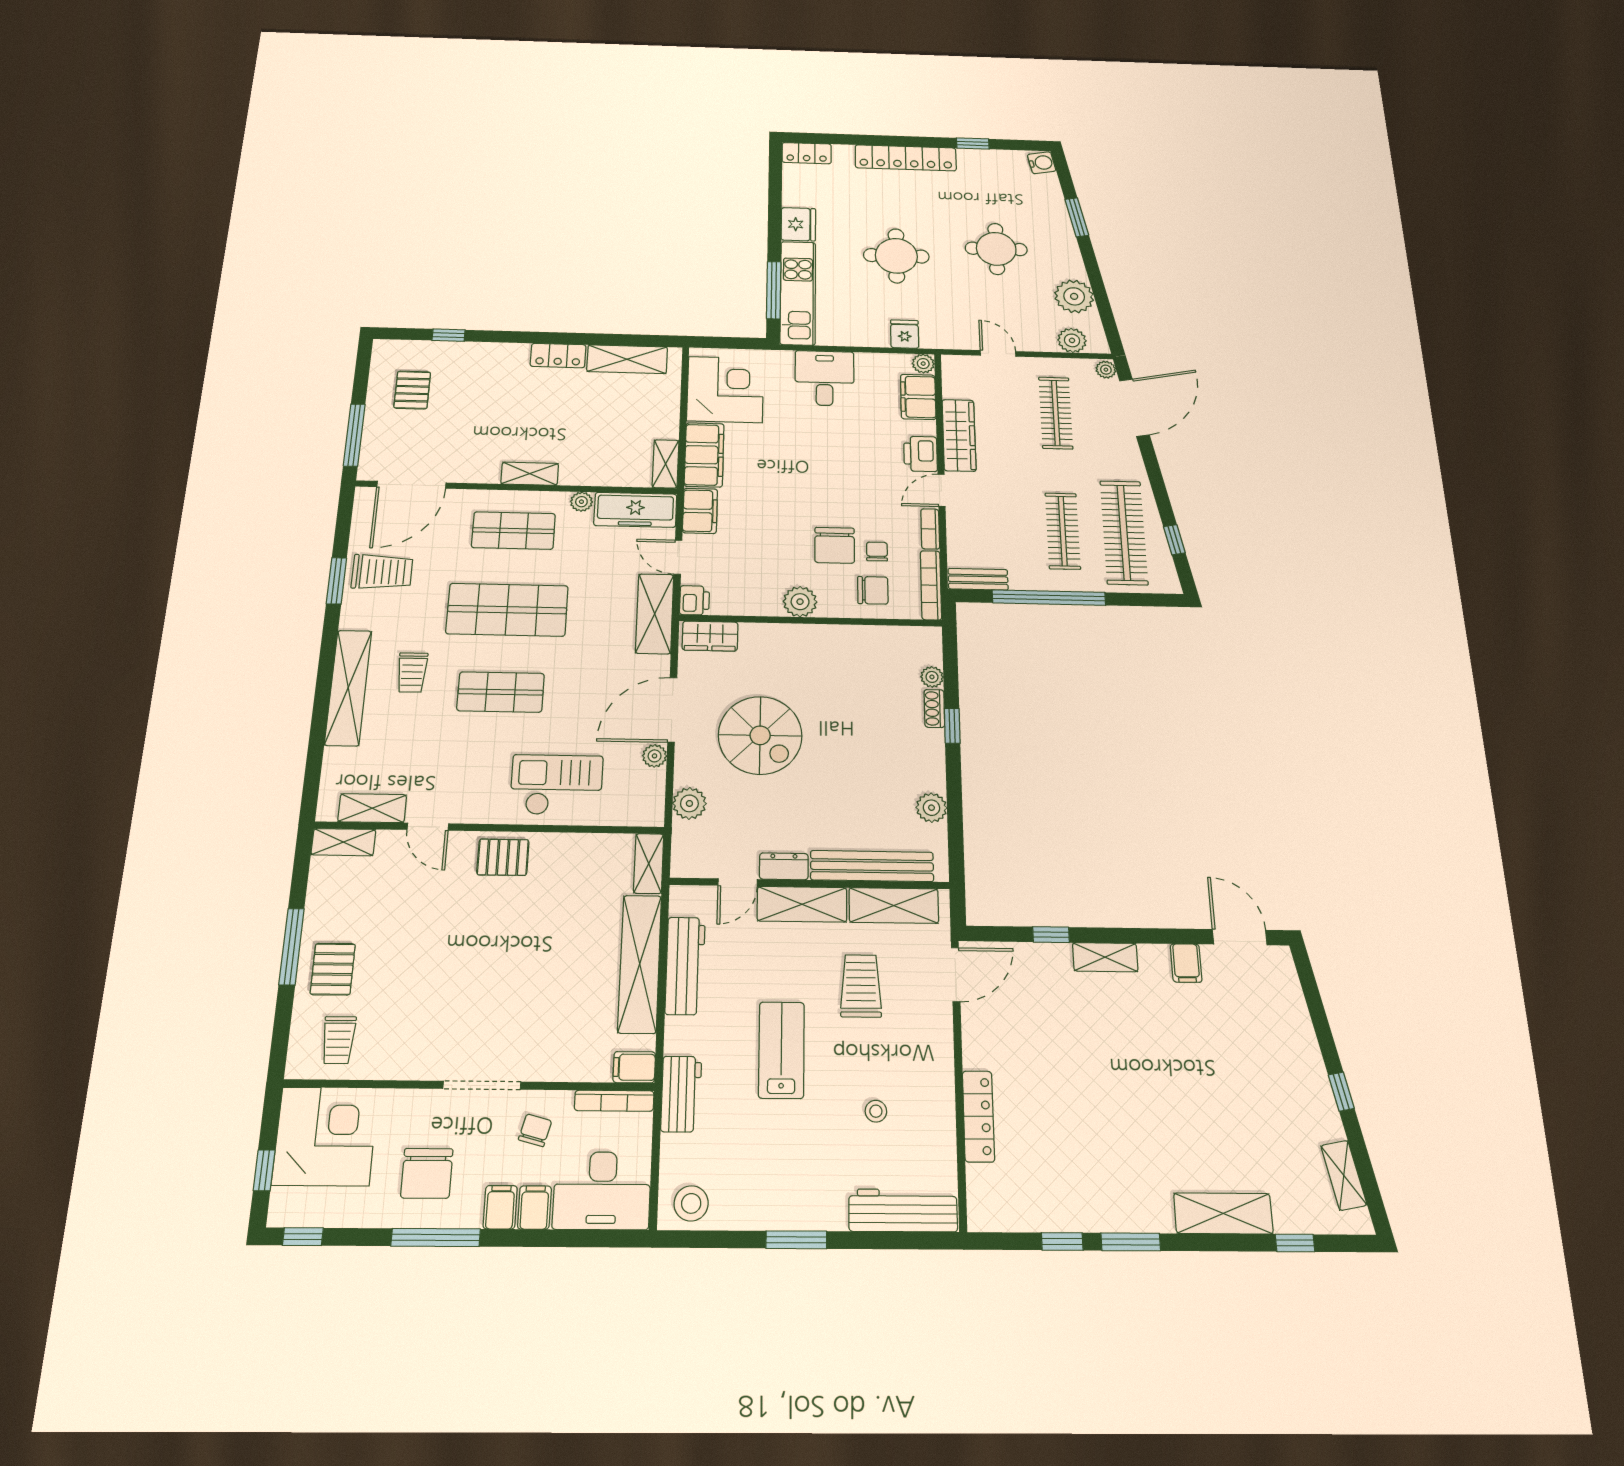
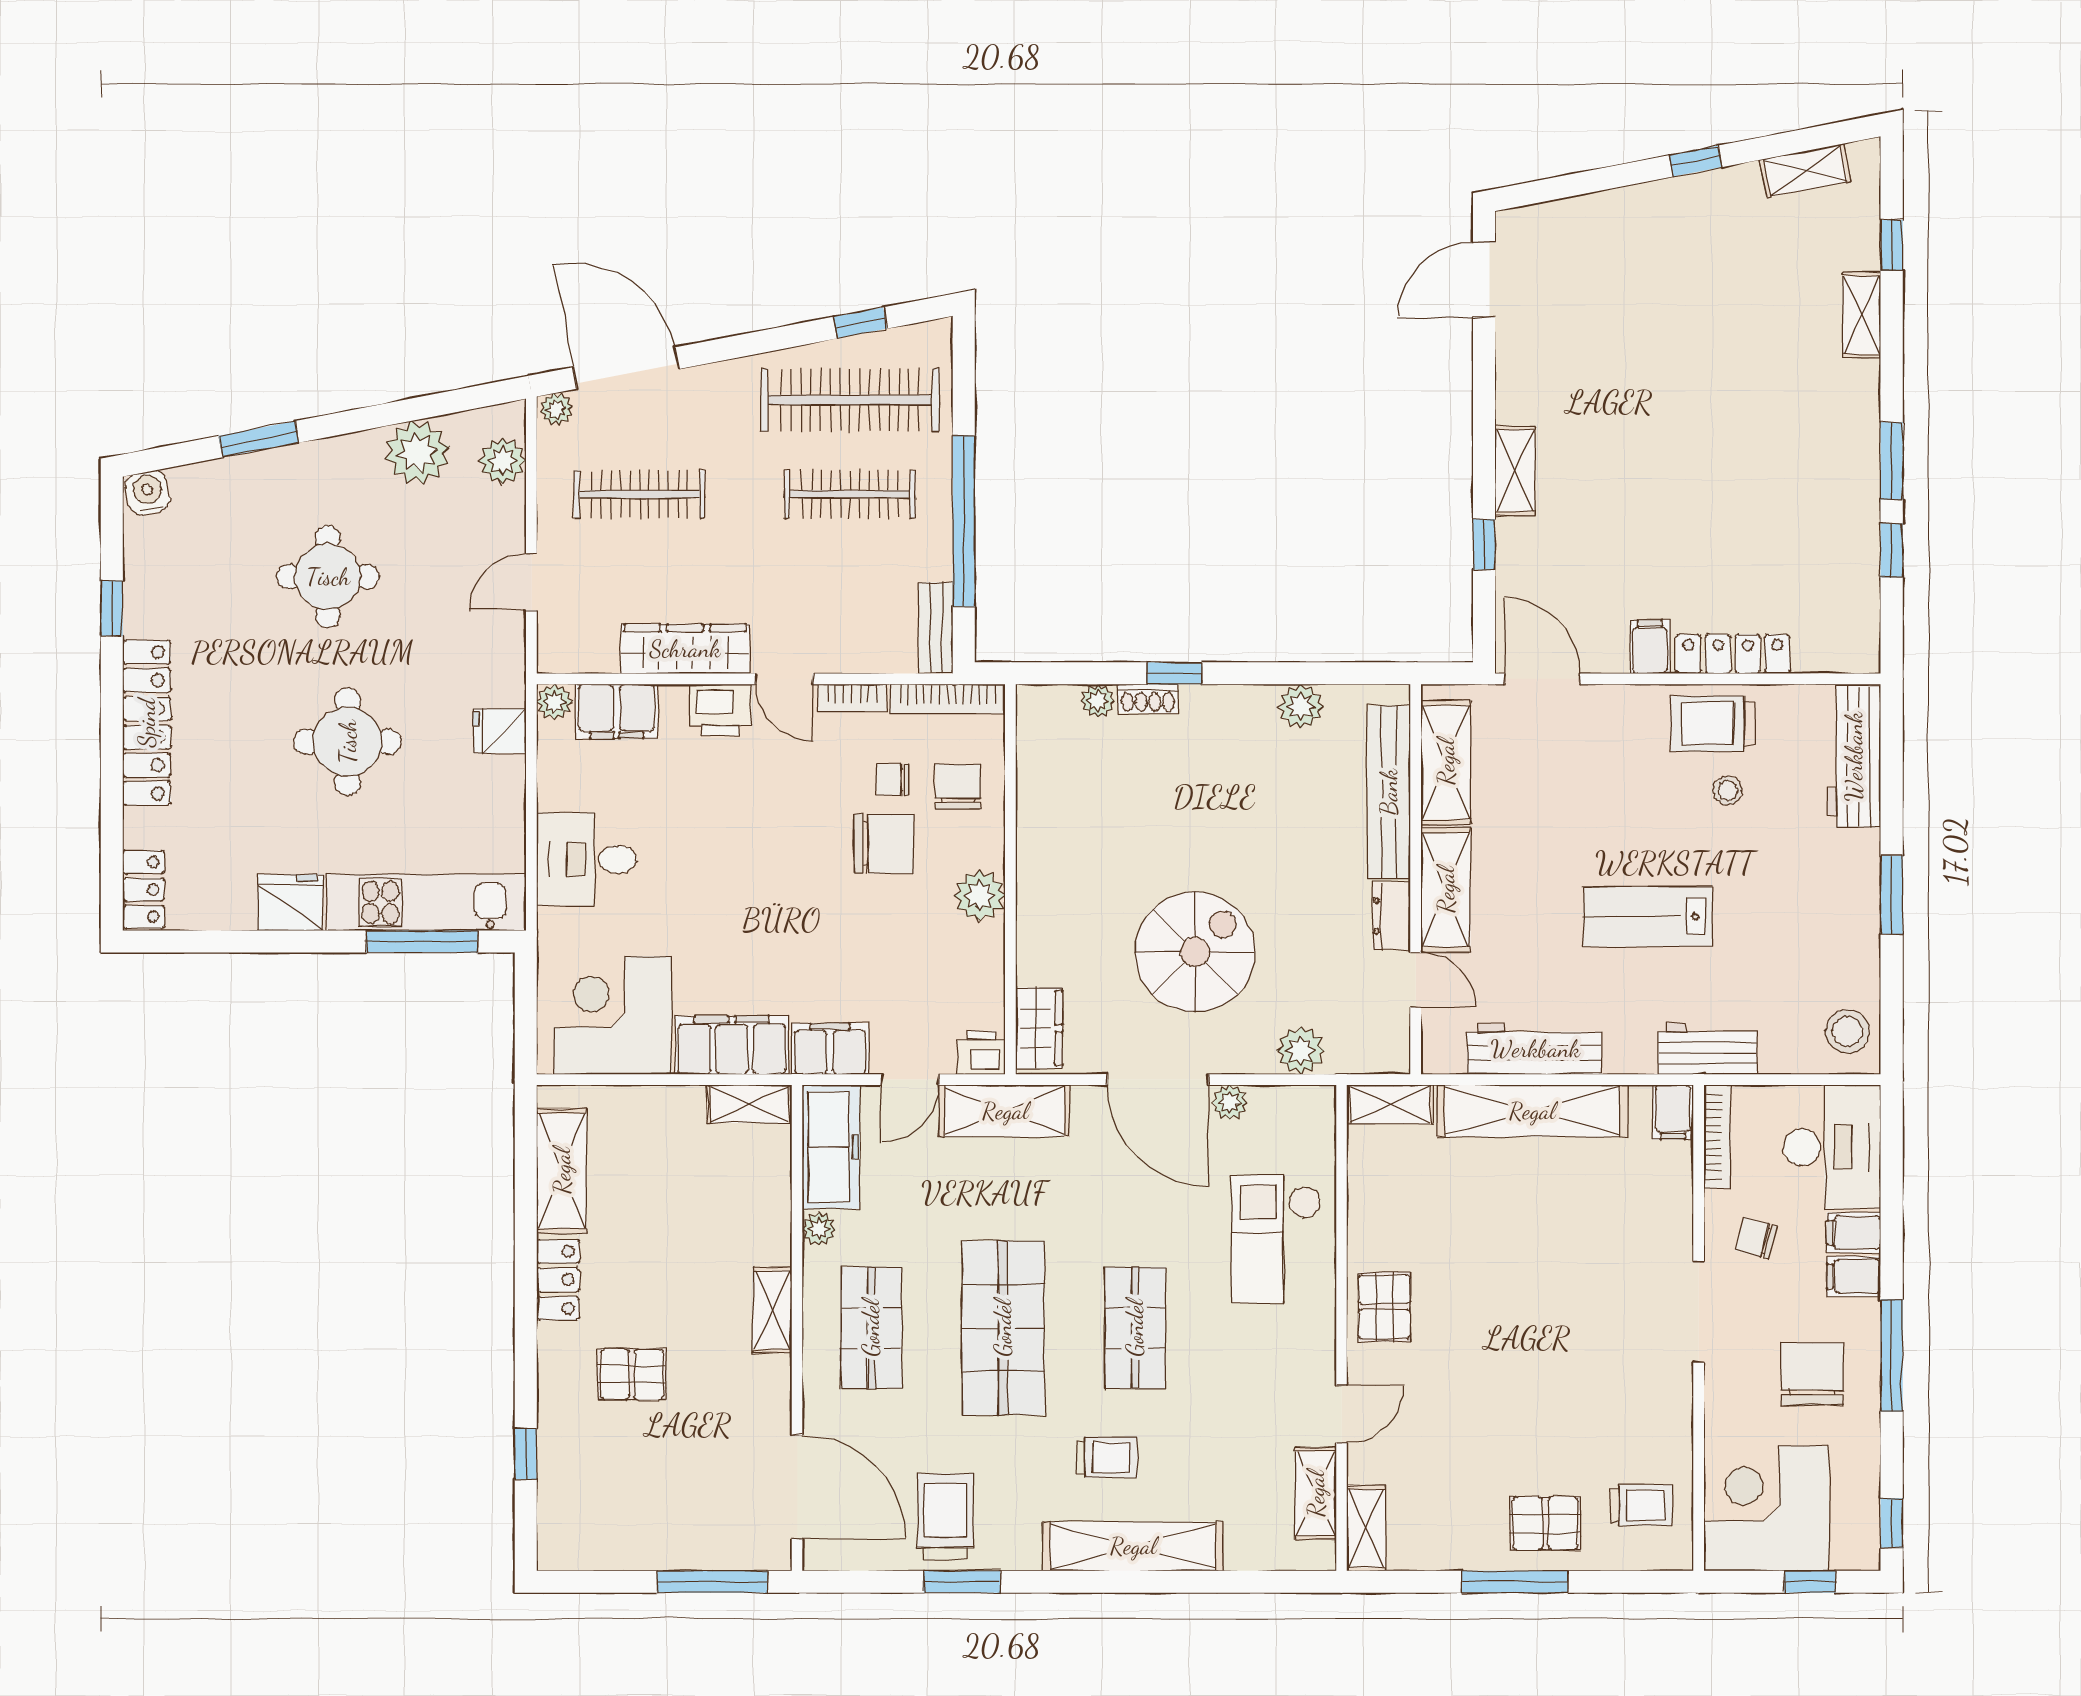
pallet: (412, 390) -> (632, 1374), moved
filing cabinet: (1186, 963) -> (1650, 647), moved, turned -90
trolley: (861, 986) -> (1713, 724), moved
chair: (427, 1173) -> (1812, 1374), turned -90
shelving: (1223, 1213) -> (1862, 315), width x0.67, depth x0.75

